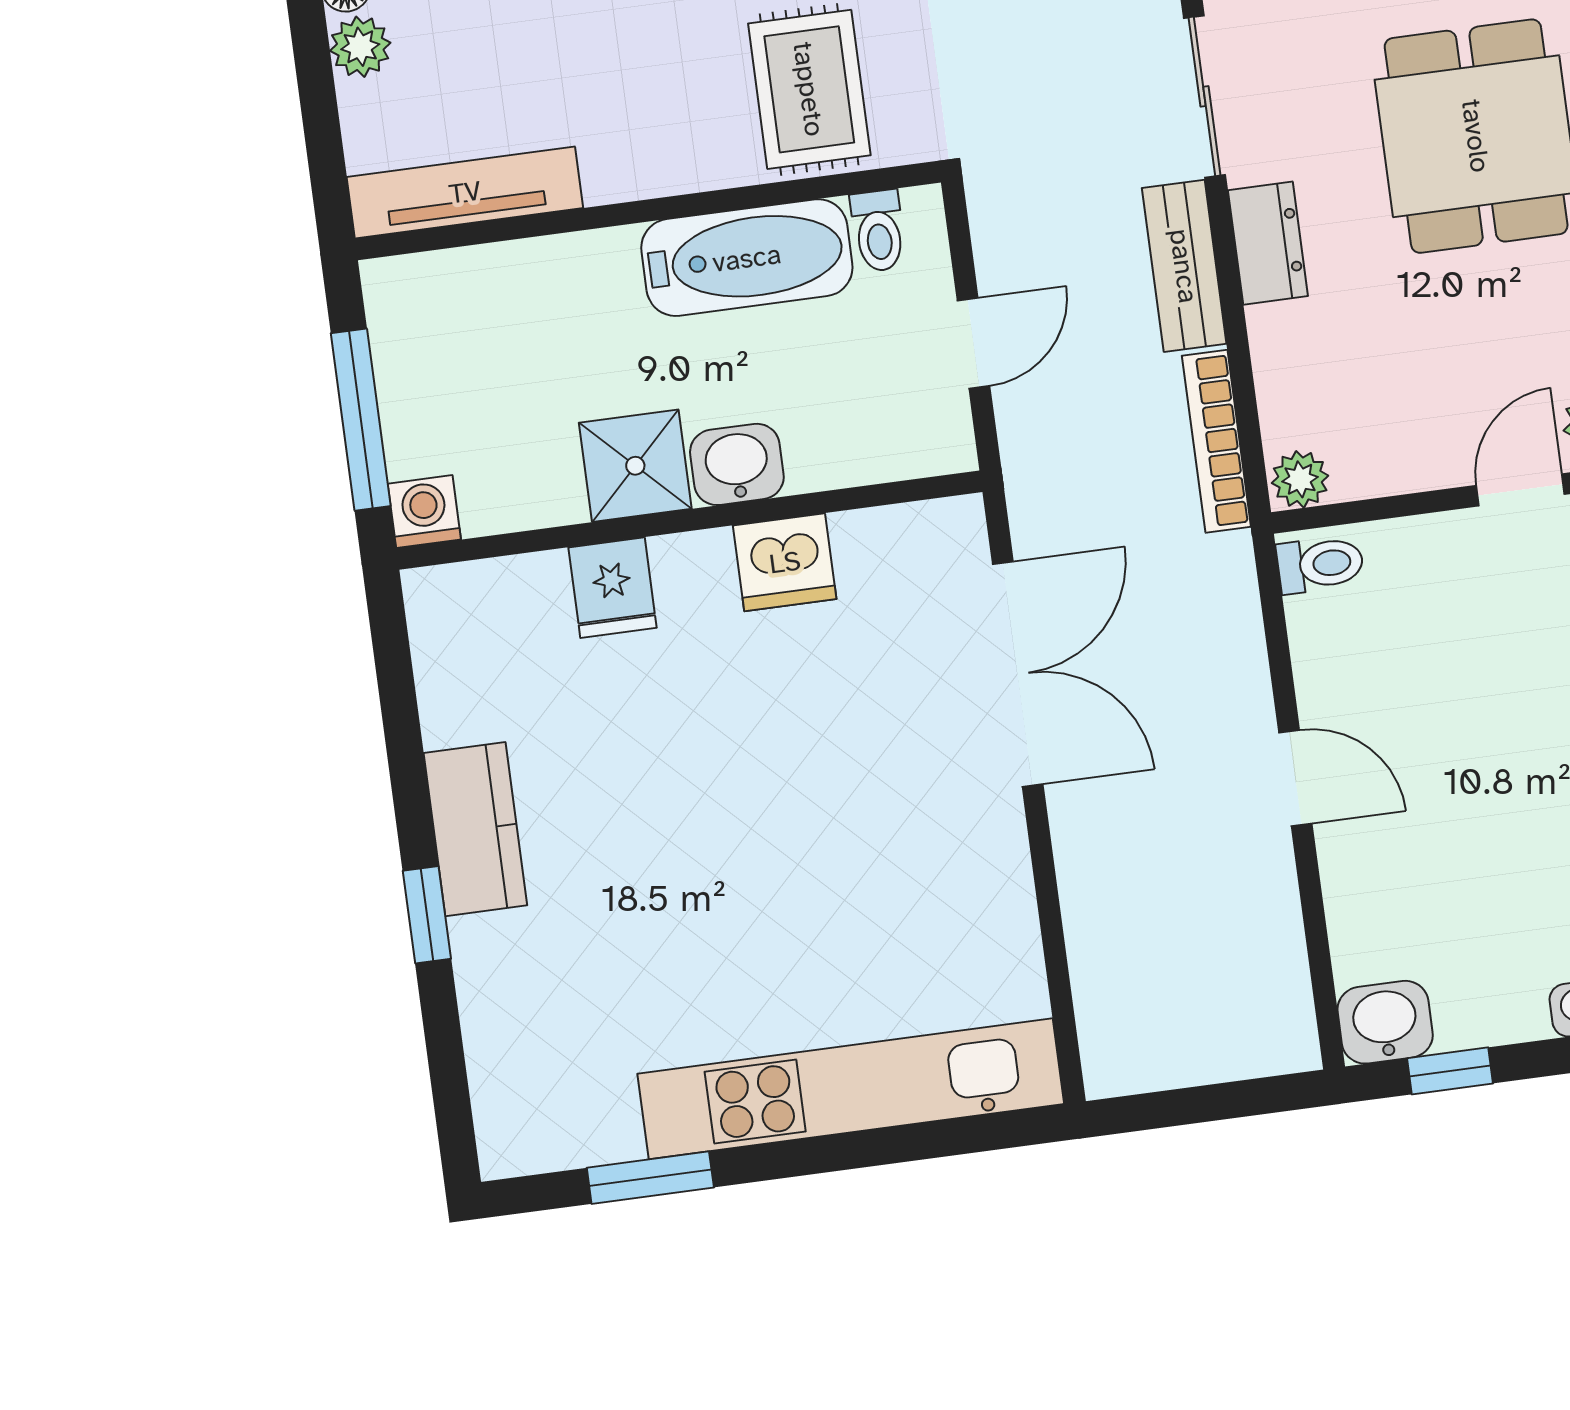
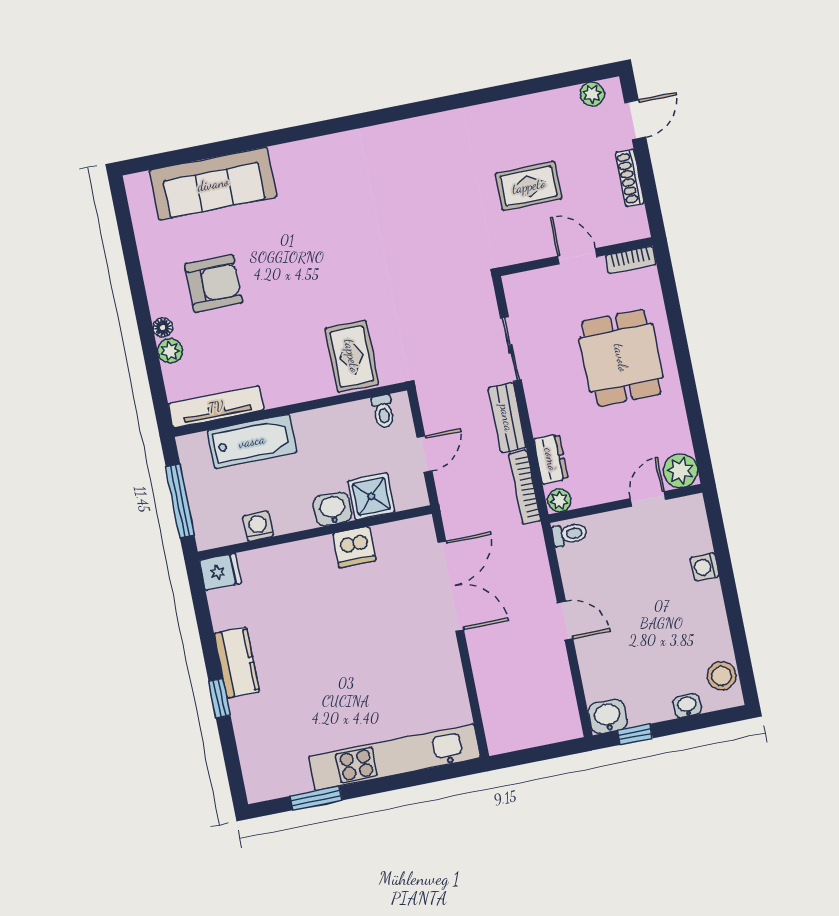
dresser: (1268, 243) -> (551, 459), moved
bathtub: (747, 258) -> (252, 441), moved
shower: (635, 466) -> (371, 496), moved
washing machine: (424, 512) -> (258, 526), moved
fridge: (612, 588) -> (221, 572), moved, turned -90

